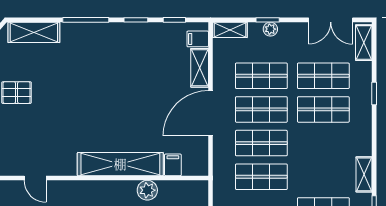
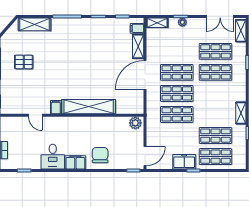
shop shelf: (261, 76) -> (177, 51), removed
filing cabinet: (173, 165) -> (56, 107), moved
plant: (147, 190) -> (135, 123), moved

